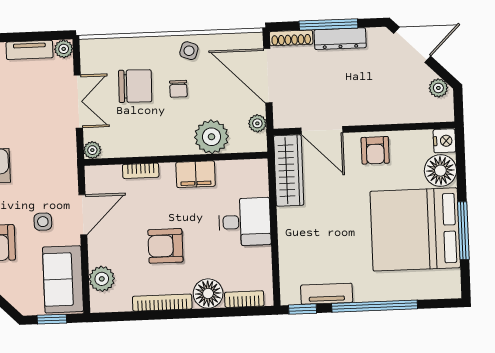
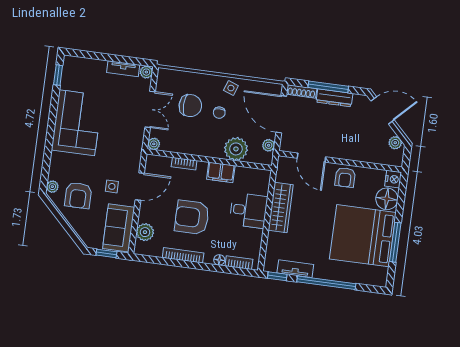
wardrobe: (289, 170) -> (281, 208), moved
armchair: (165, 246) -> (192, 217), width x1.36, depth x1.36
floor lamp: (208, 294) -> (219, 260), width x0.53, depth x0.53

